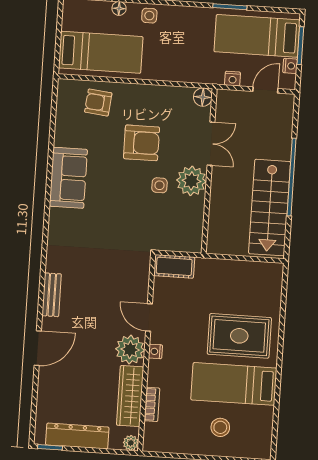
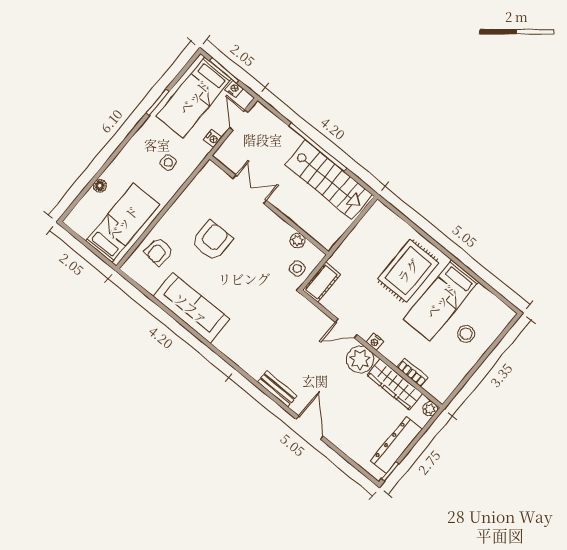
side table: (149, 16) -> (168, 163), moved
floor lamp: (203, 97) -> (211, 171), removed
sofa: (68, 178) -> (191, 308), width x1.36
plant: (191, 181) -> (298, 241), moved, width x0.53, depth x0.53
side table: (159, 185) -> (297, 268), moved

